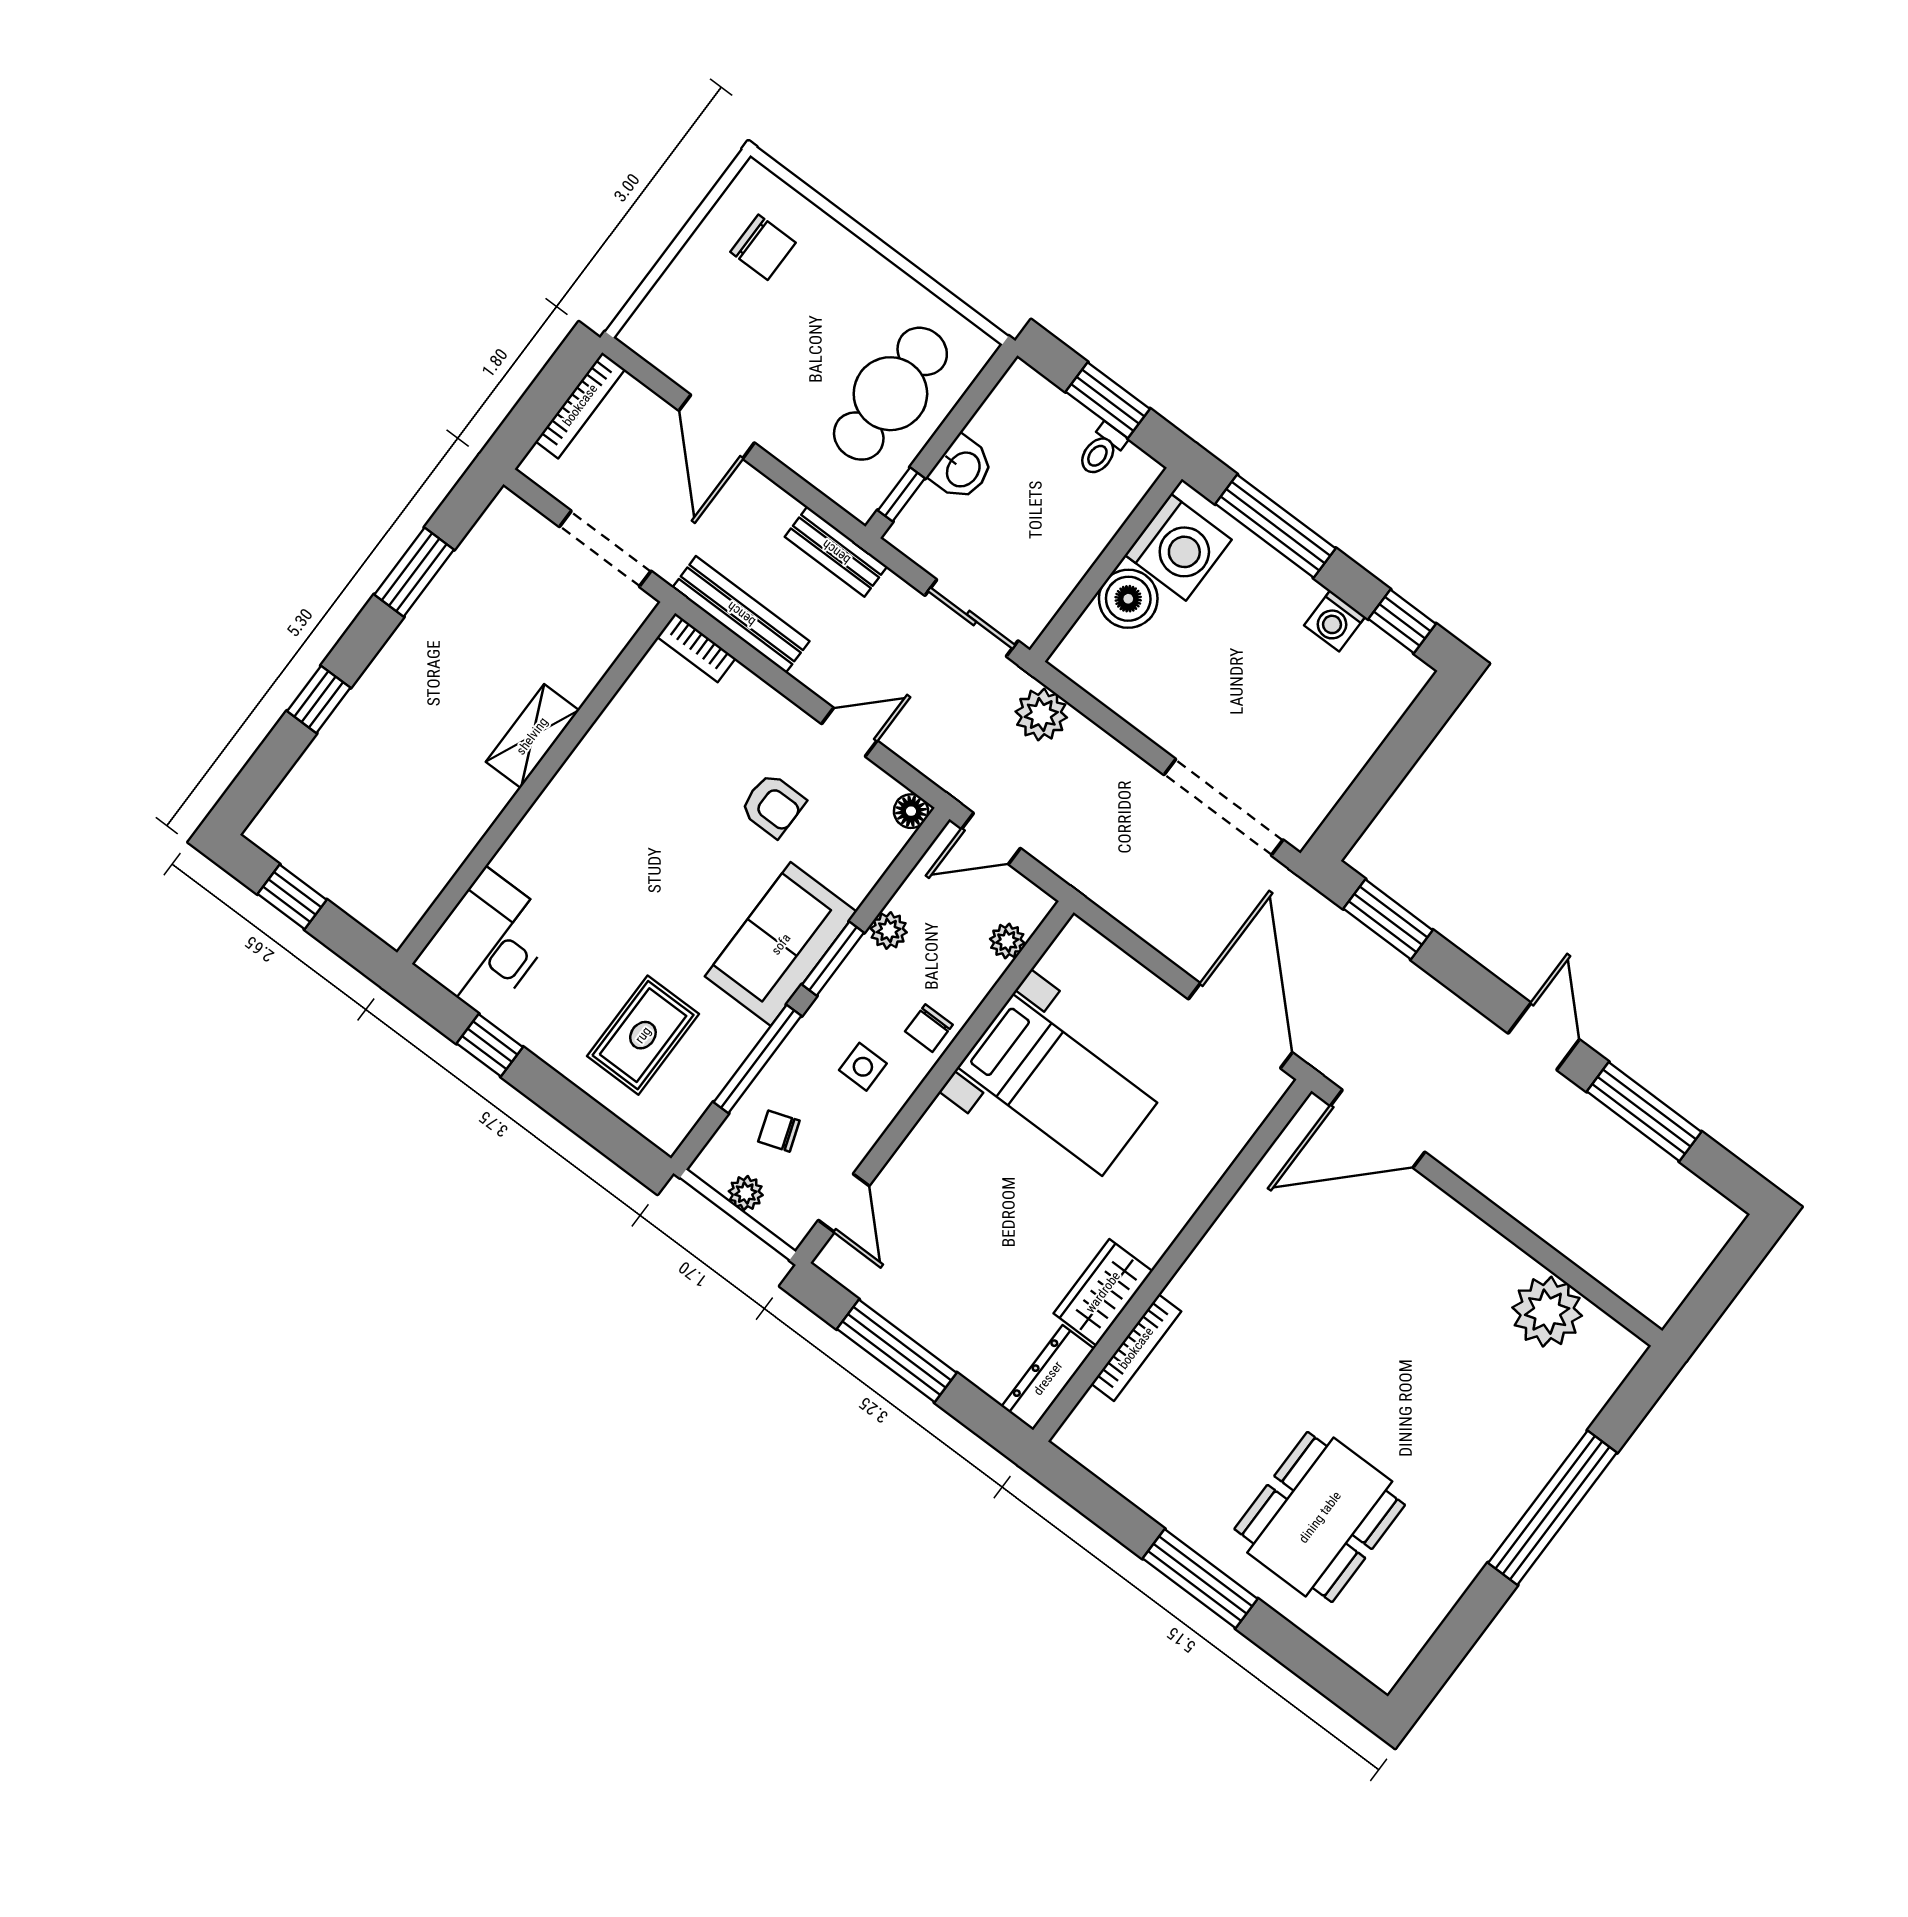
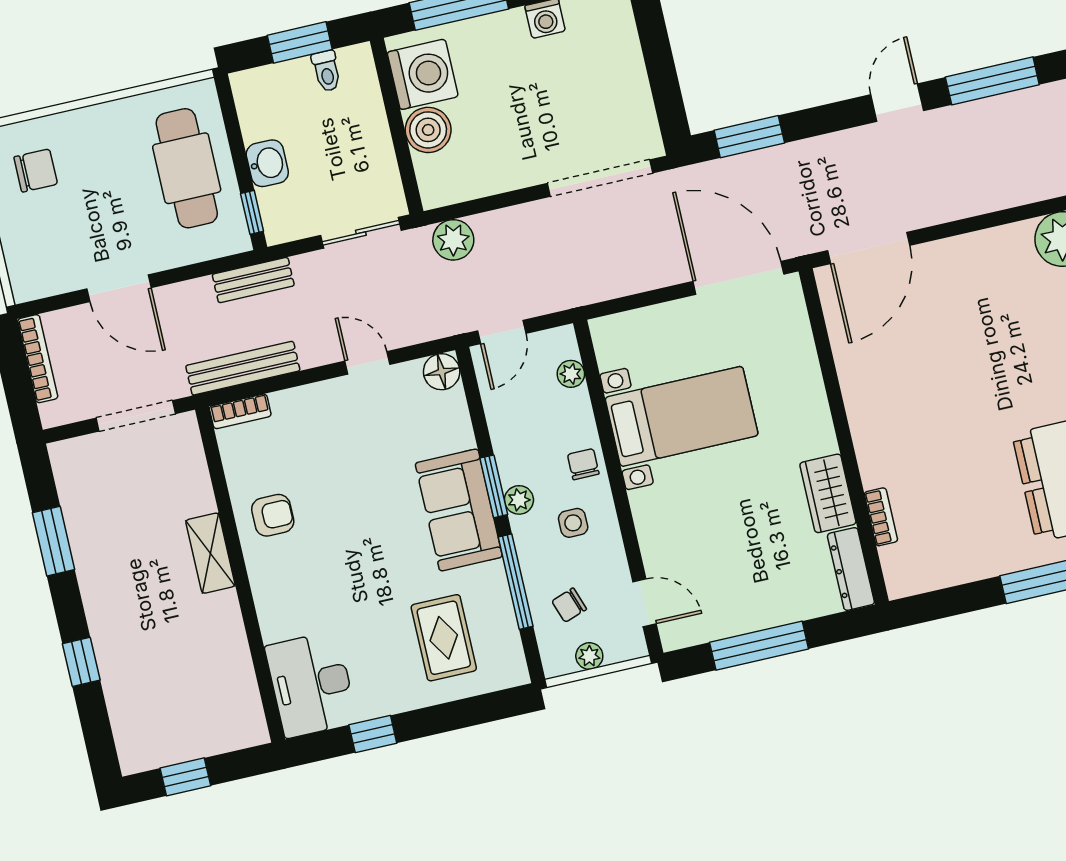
door: (849, 732) -> (367, 363), hinge flipped
armchair: (773, 805) -> (273, 515), moved
floor lamp: (911, 811) -> (442, 372), width x1.37, depth x1.37
plant: (889, 930) -> (519, 500), moved
chair: (929, 1028) -> (583, 464), turned 180
door: (1544, 1036) -> (897, 103), hinge flipped
bookcase: (1136, 1348) -> (881, 517), width x0.64

